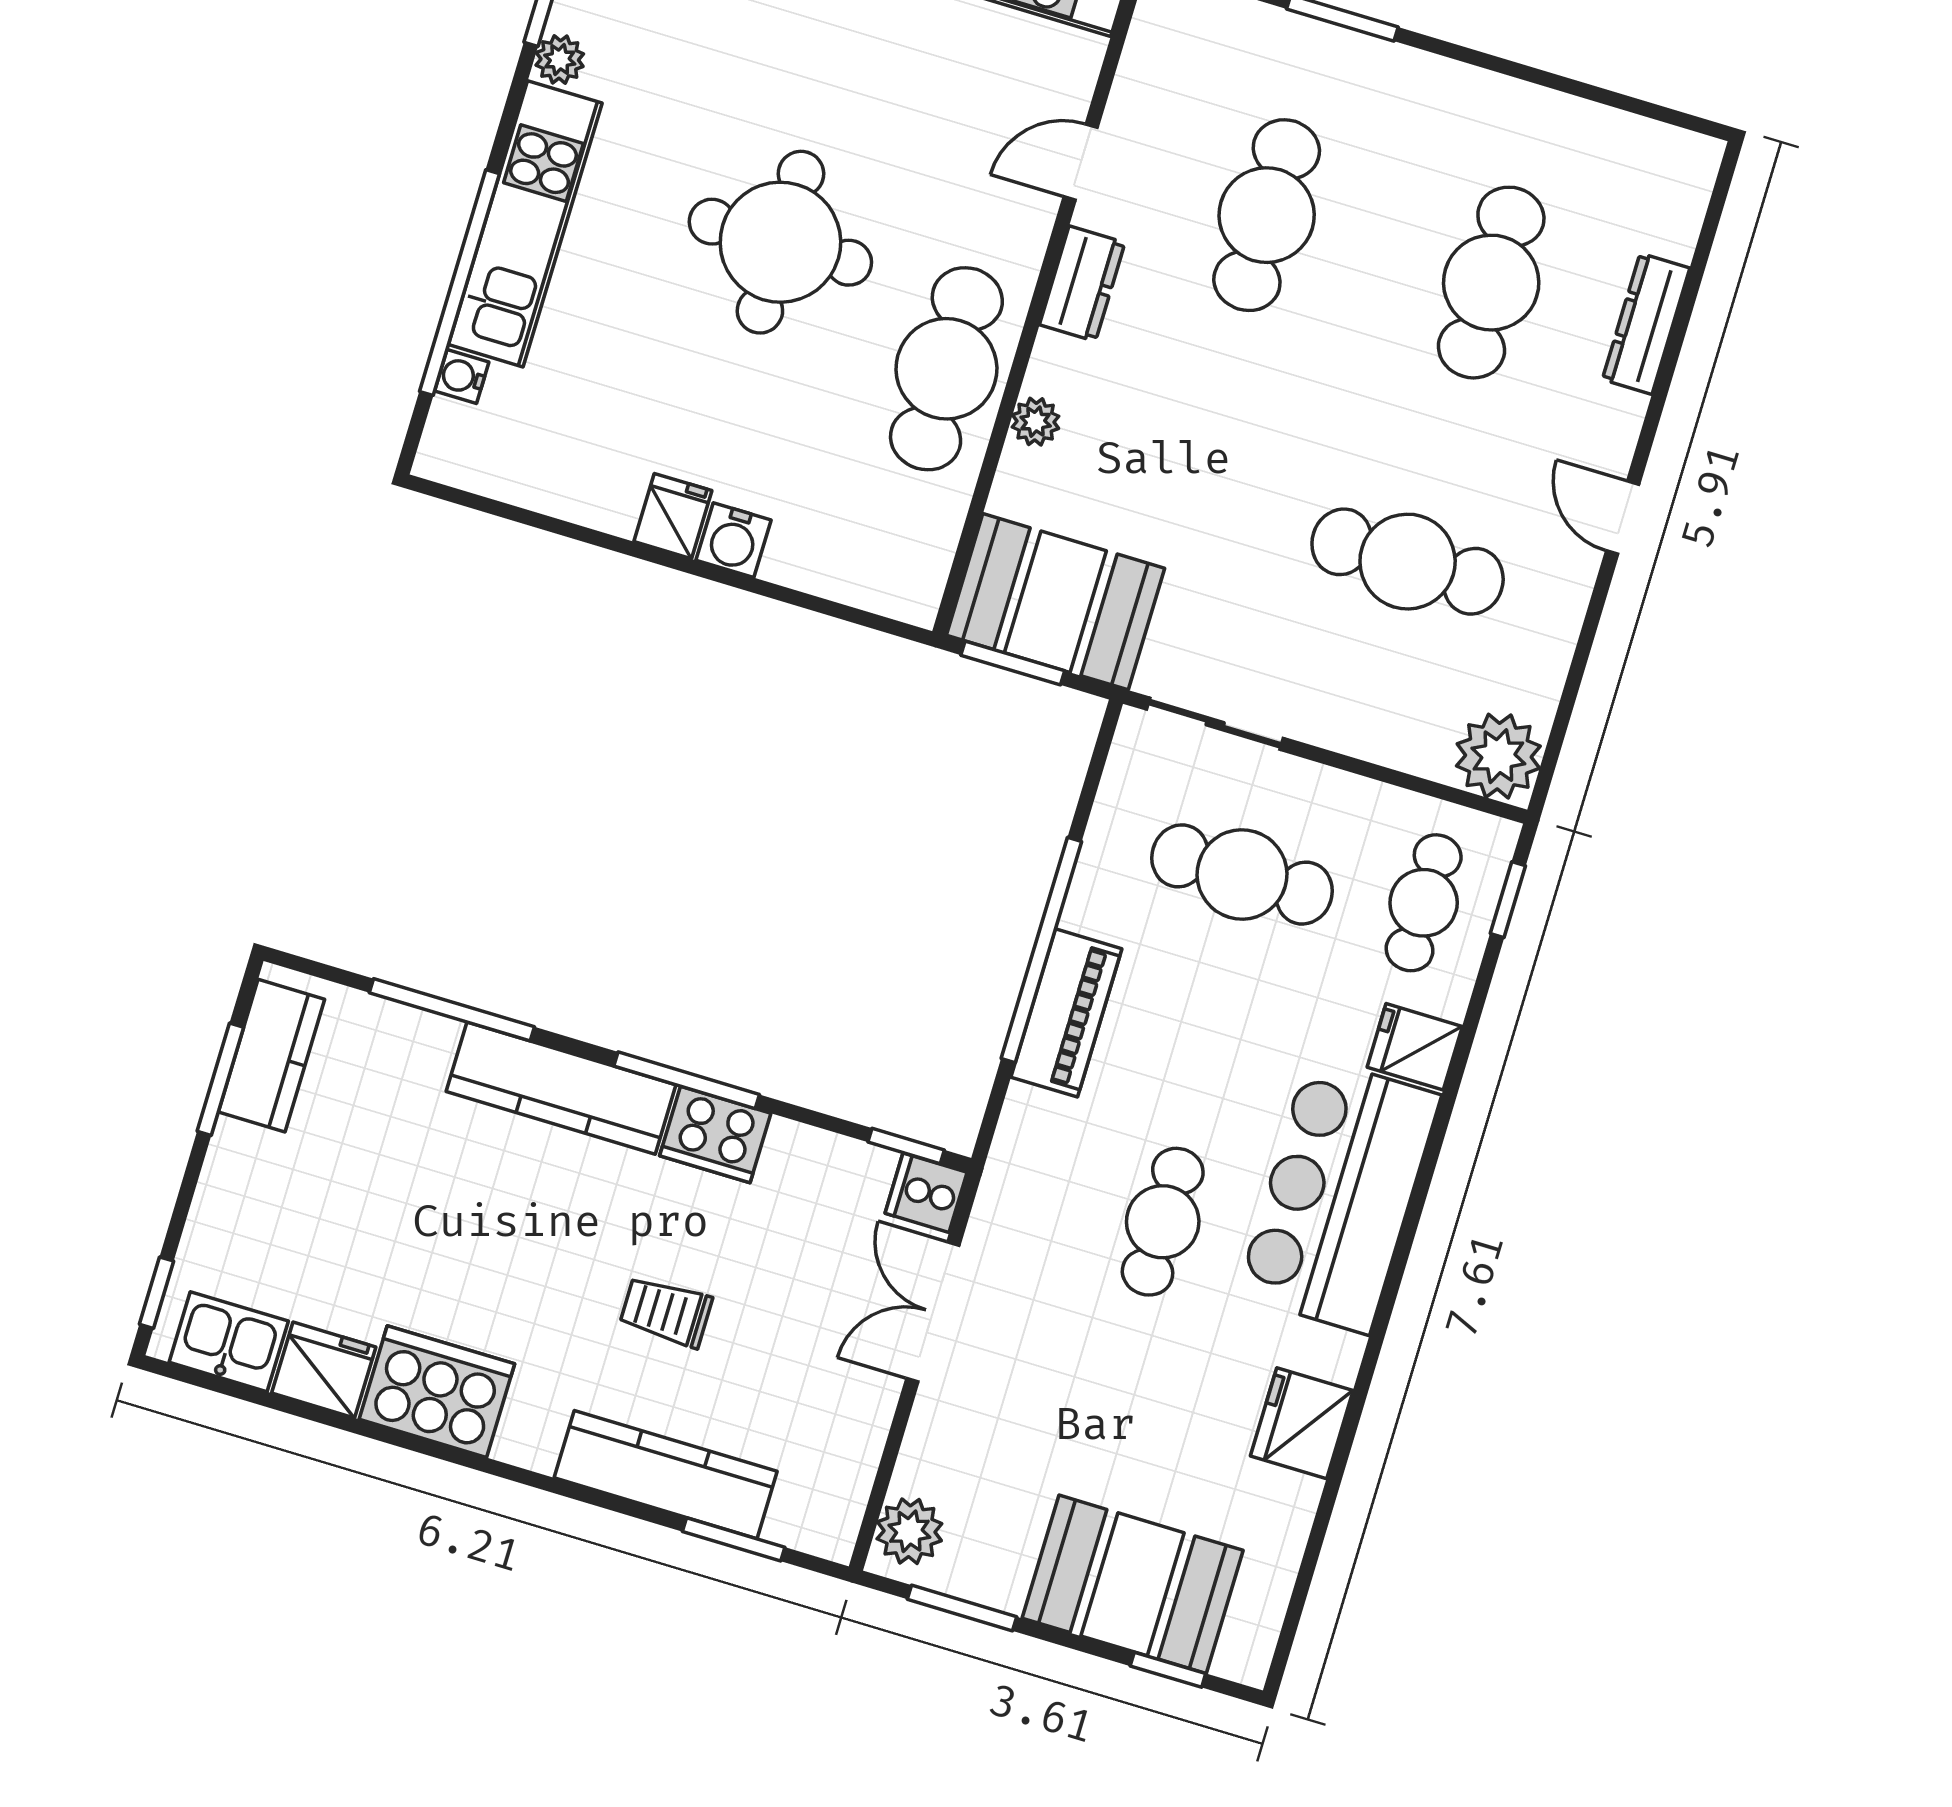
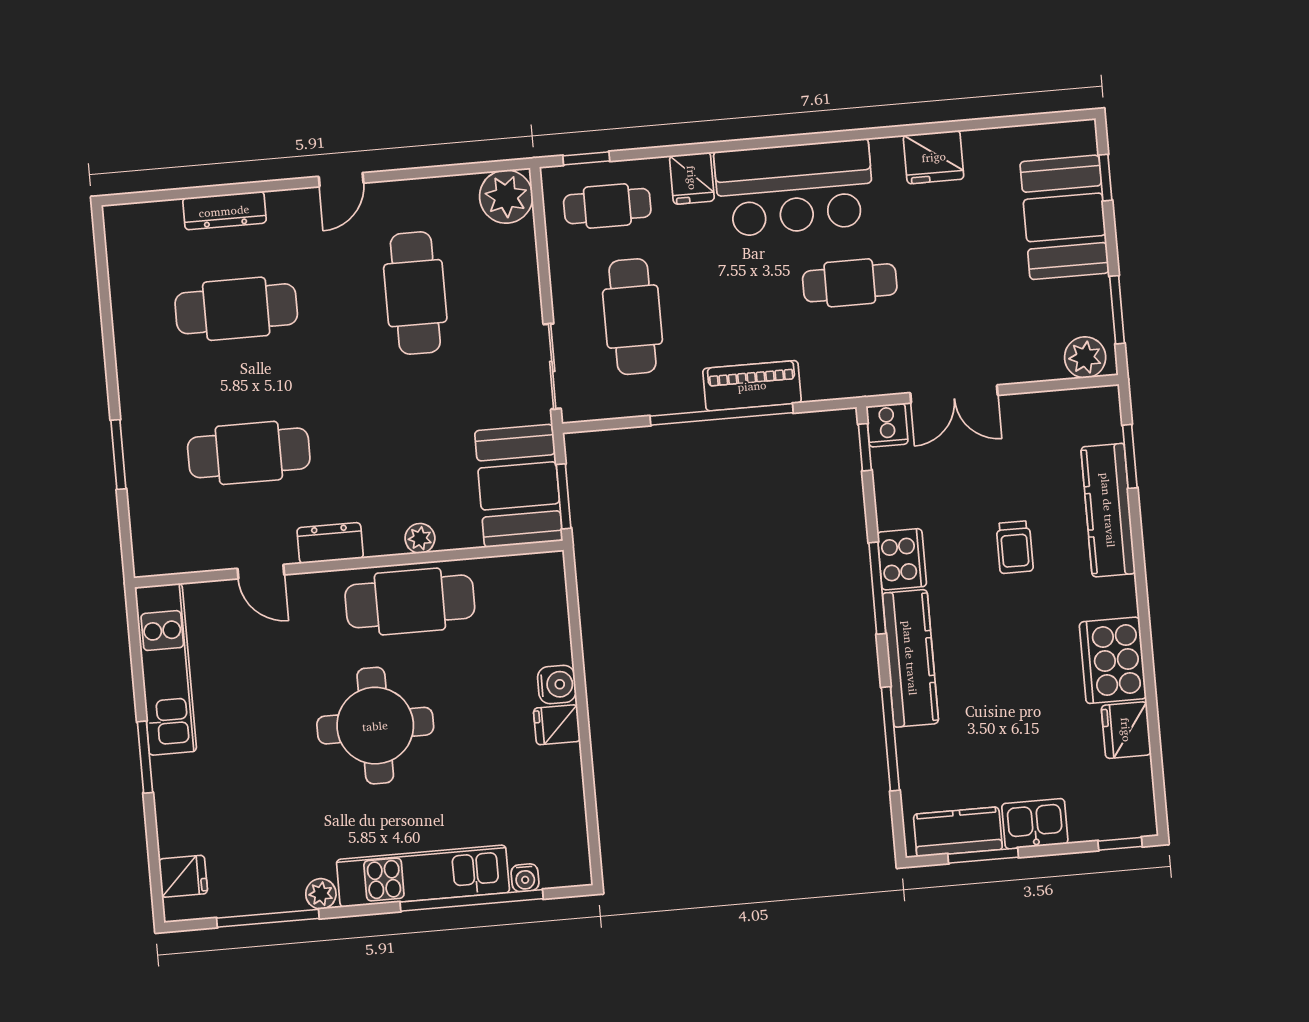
kitchen sink: (229, 1342) -> (1035, 824), moved, turned 90

